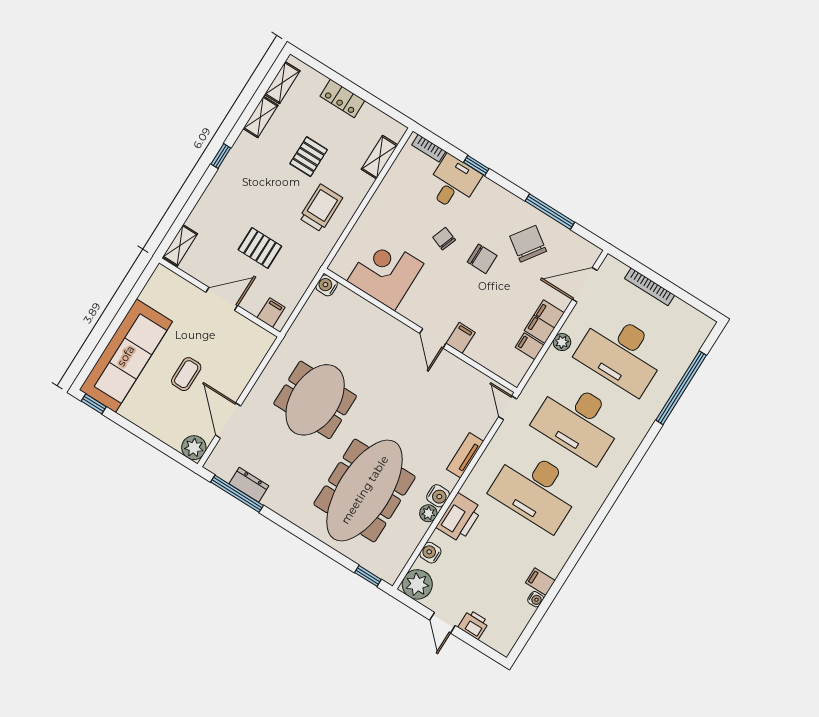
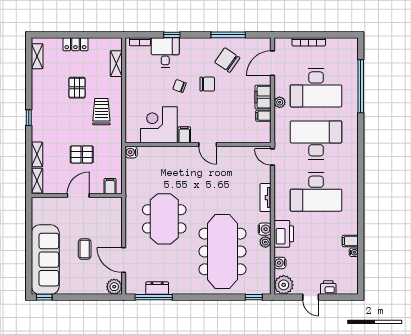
shelving: (261, 117) -> (37, 154), moved
filing cabinet: (461, 338) -> (184, 135), moved
desk: (579, 421) -> (316, 140), turned 180

